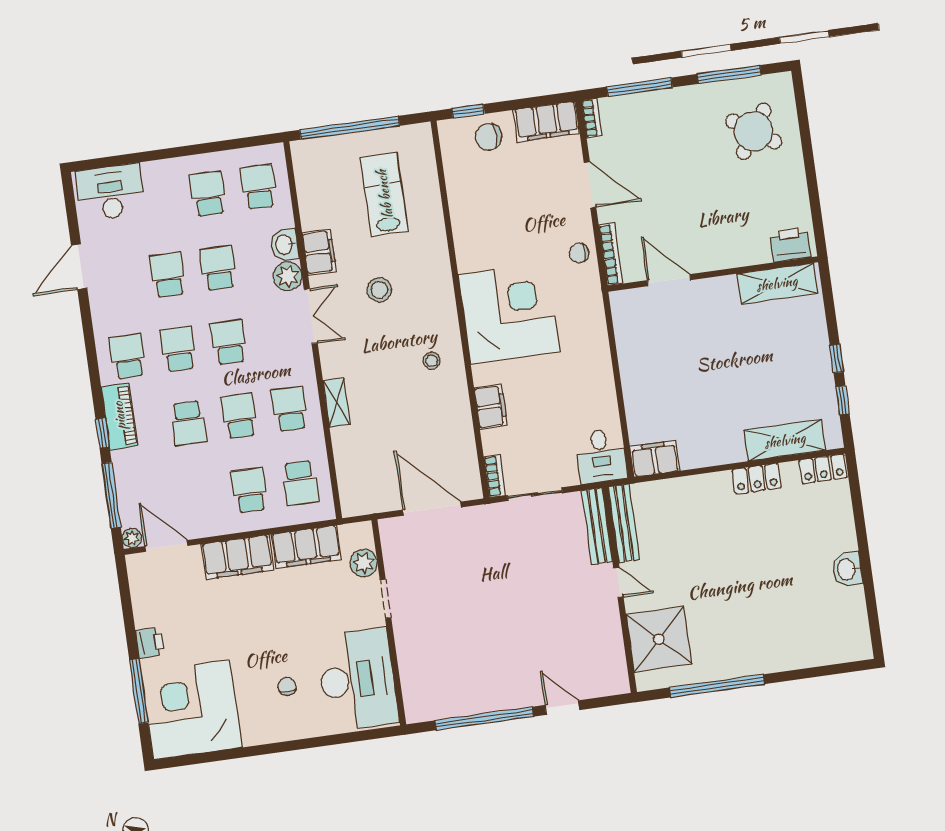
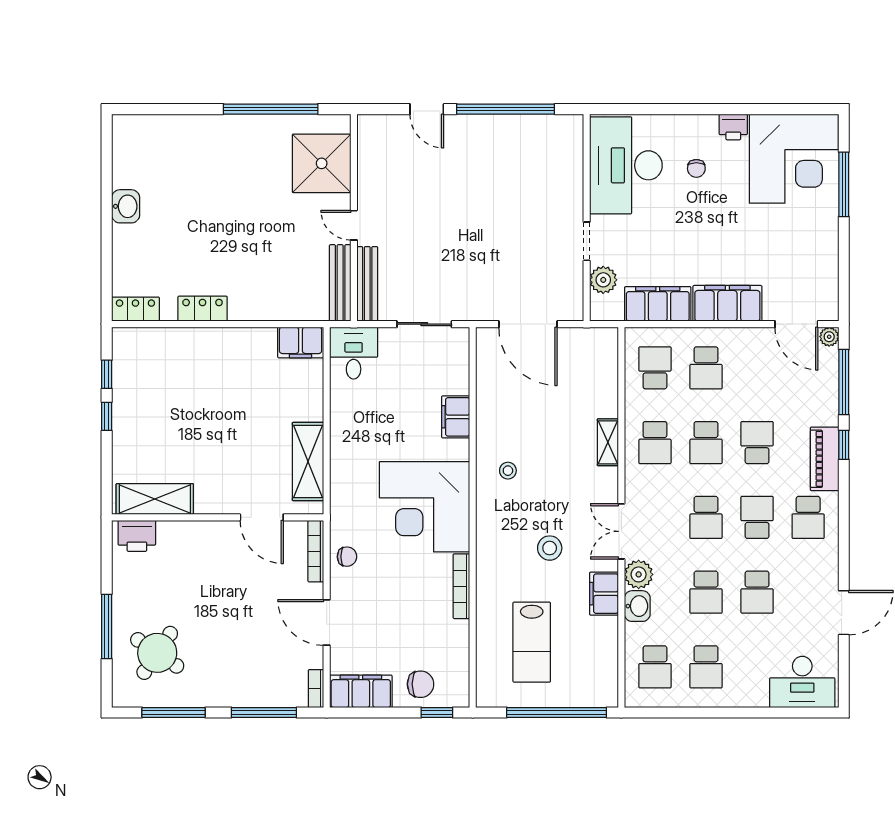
window: (807, 150) -> (107, 626), added
school desk: (178, 349) -> (757, 517), turned 180
shelving: (785, 440) -> (308, 462), moved, turned 90
bookcase: (495, 476) -> (461, 586), moved, width x1.56
printer: (150, 643) -> (733, 127), moved, turned -90

